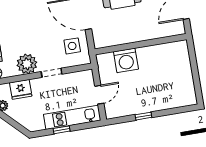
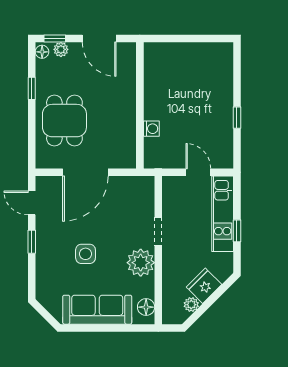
side table: (72, 46) -> (86, 254), moved
washing machine: (126, 60) -> (151, 129), width x0.53, depth x0.53
fridge: (21, 89) -> (204, 286), moved, turned -135

